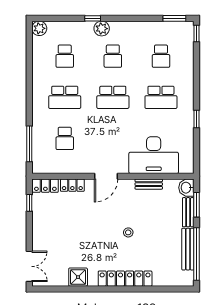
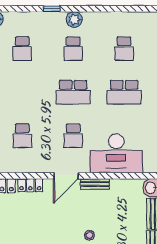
window: (174, 18) -> (138, 9), removed
plant: (102, 29) -> (74, 19), moved
school desk: (65, 97) -> (73, 136), moved, width x0.54
bench: (149, 184) -> (95, 184), moved

